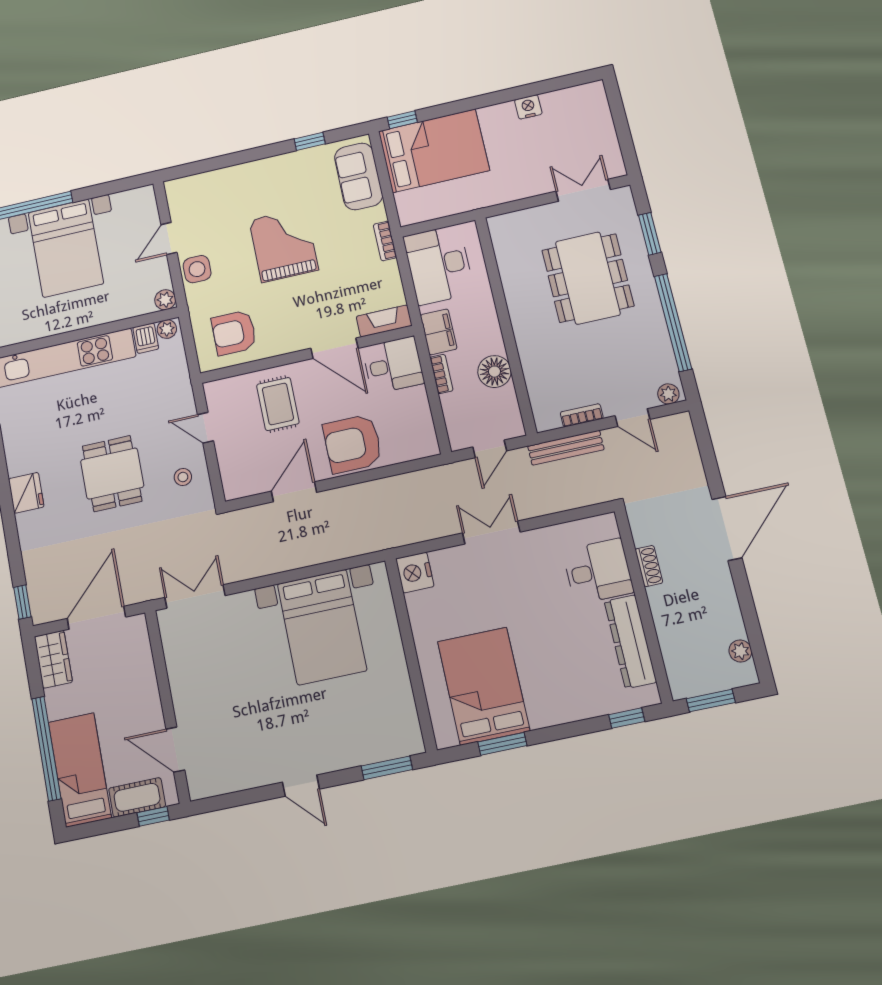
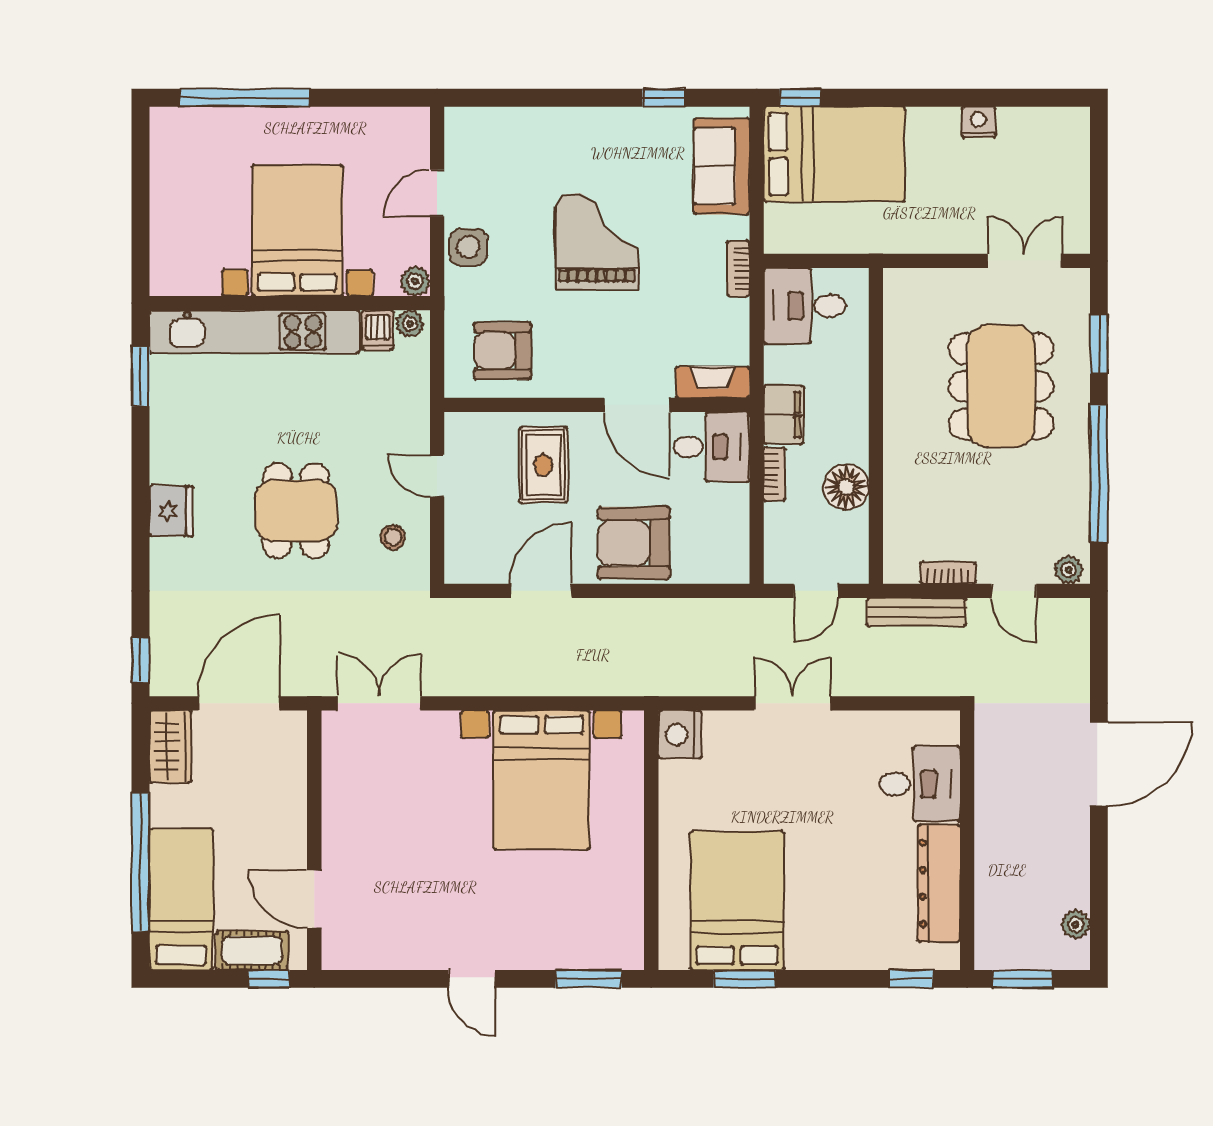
bed with nightstands: (66, 248) -> (297, 231), moved, turned 180
desk: (439, 265) -> (805, 306), width x0.73
shoe rack: (649, 566) -> (987, 791), removed

